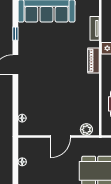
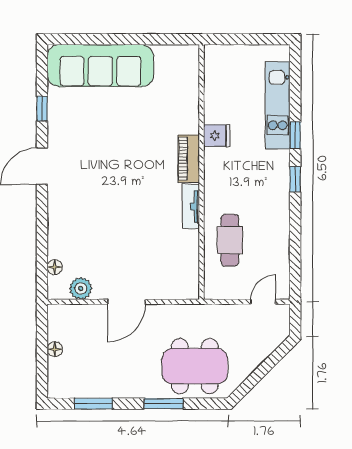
tv unit: (95, 28) -> (191, 207), moved
plant: (86, 130) -> (81, 289), moved

